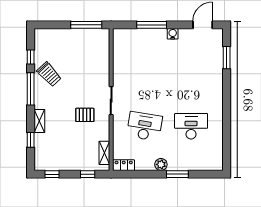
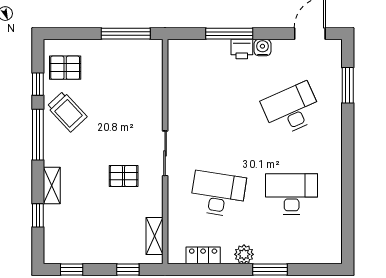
printer: (160, 35) -> (242, 49), added
pallet: (48, 47) -> (65, 68), added
desk: (191, 73) -> (292, 109), added
locker: (124, 165) -> (203, 255), moved

